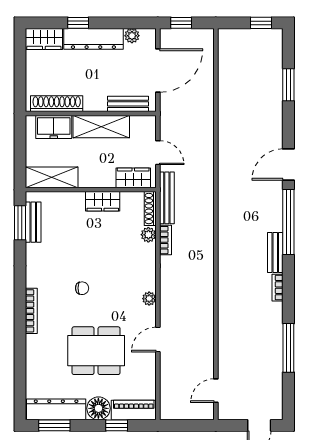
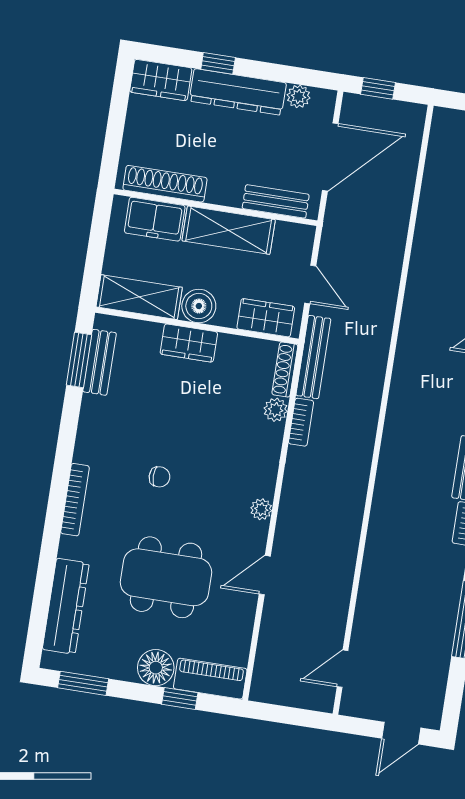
boiler: (90, 177) -> (199, 306), added
wardrobe: (103, 201) -> (189, 343), moved
dresser: (56, 409) -> (66, 606), moved, turned 90

